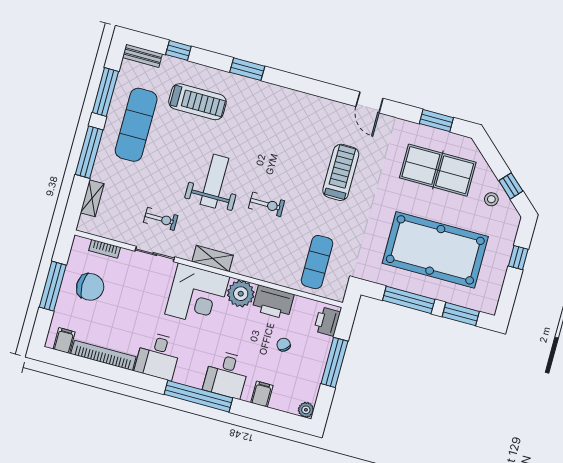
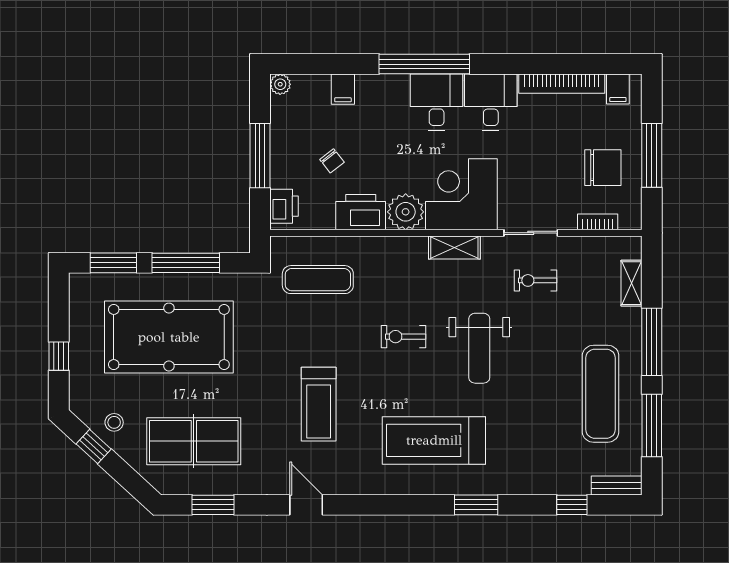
treadmill: (197, 102) -> (434, 440), moved, width x1.37, depth x1.38
exercise mat: (317, 262) -> (318, 280), turned 90
chair: (90, 287) -> (603, 168), turned 180
desk: (226, 375) -> (437, 102), moved

